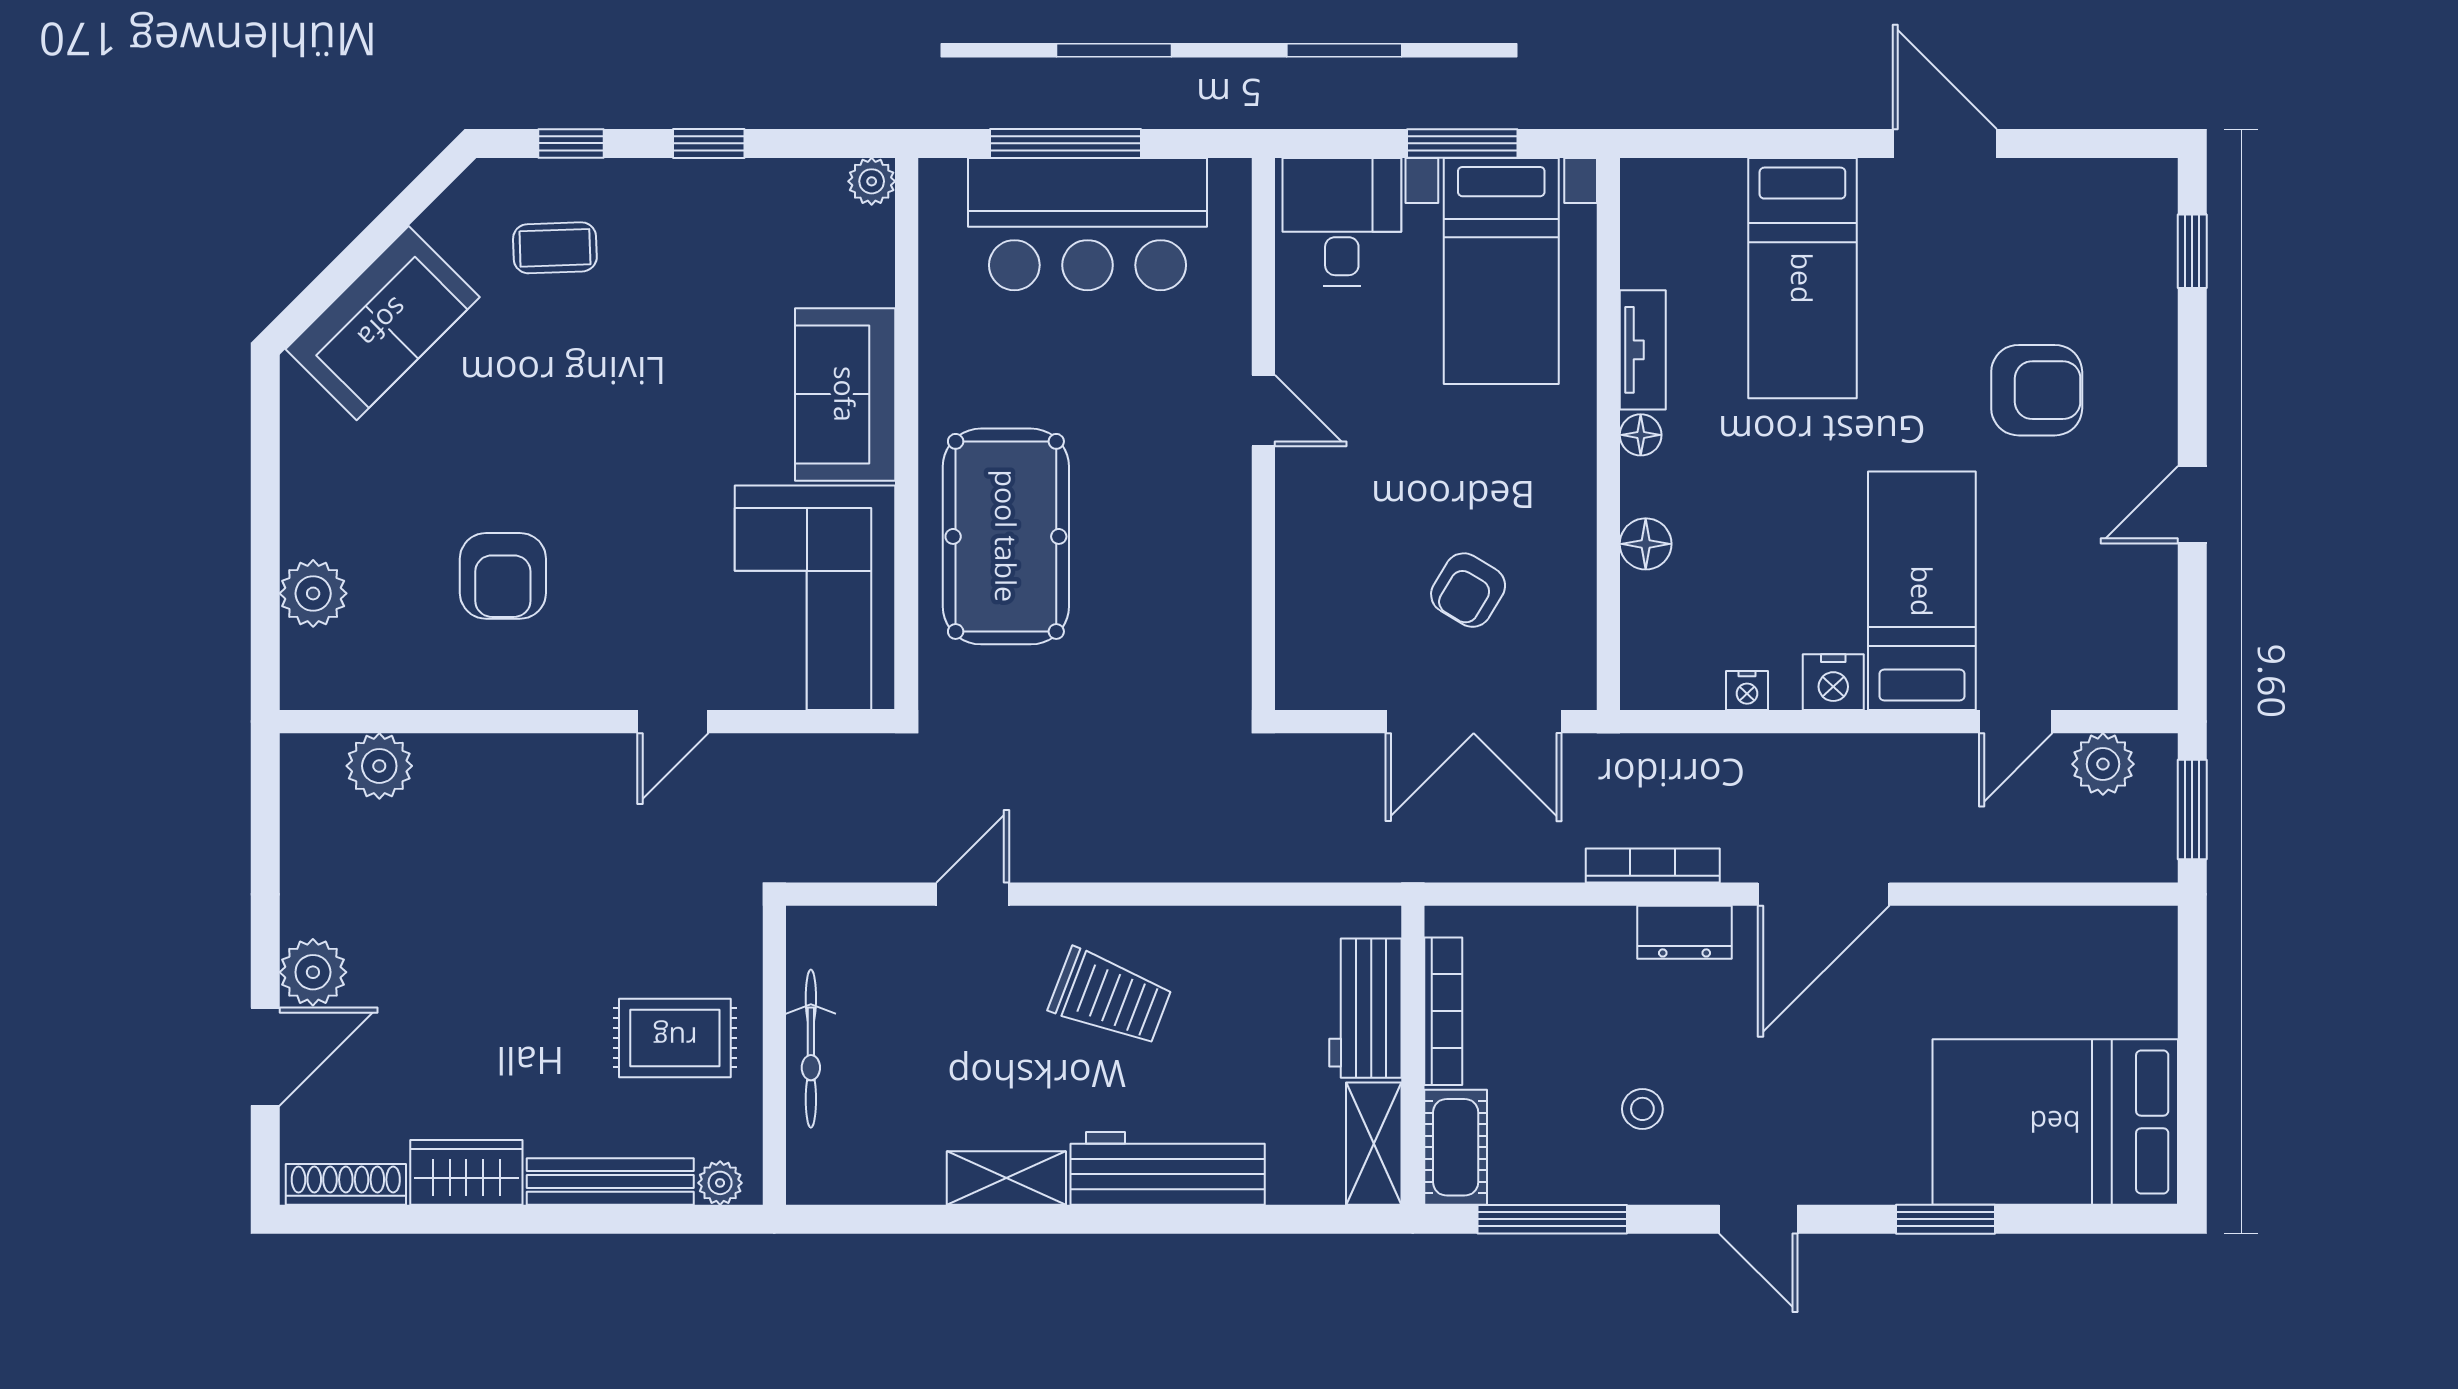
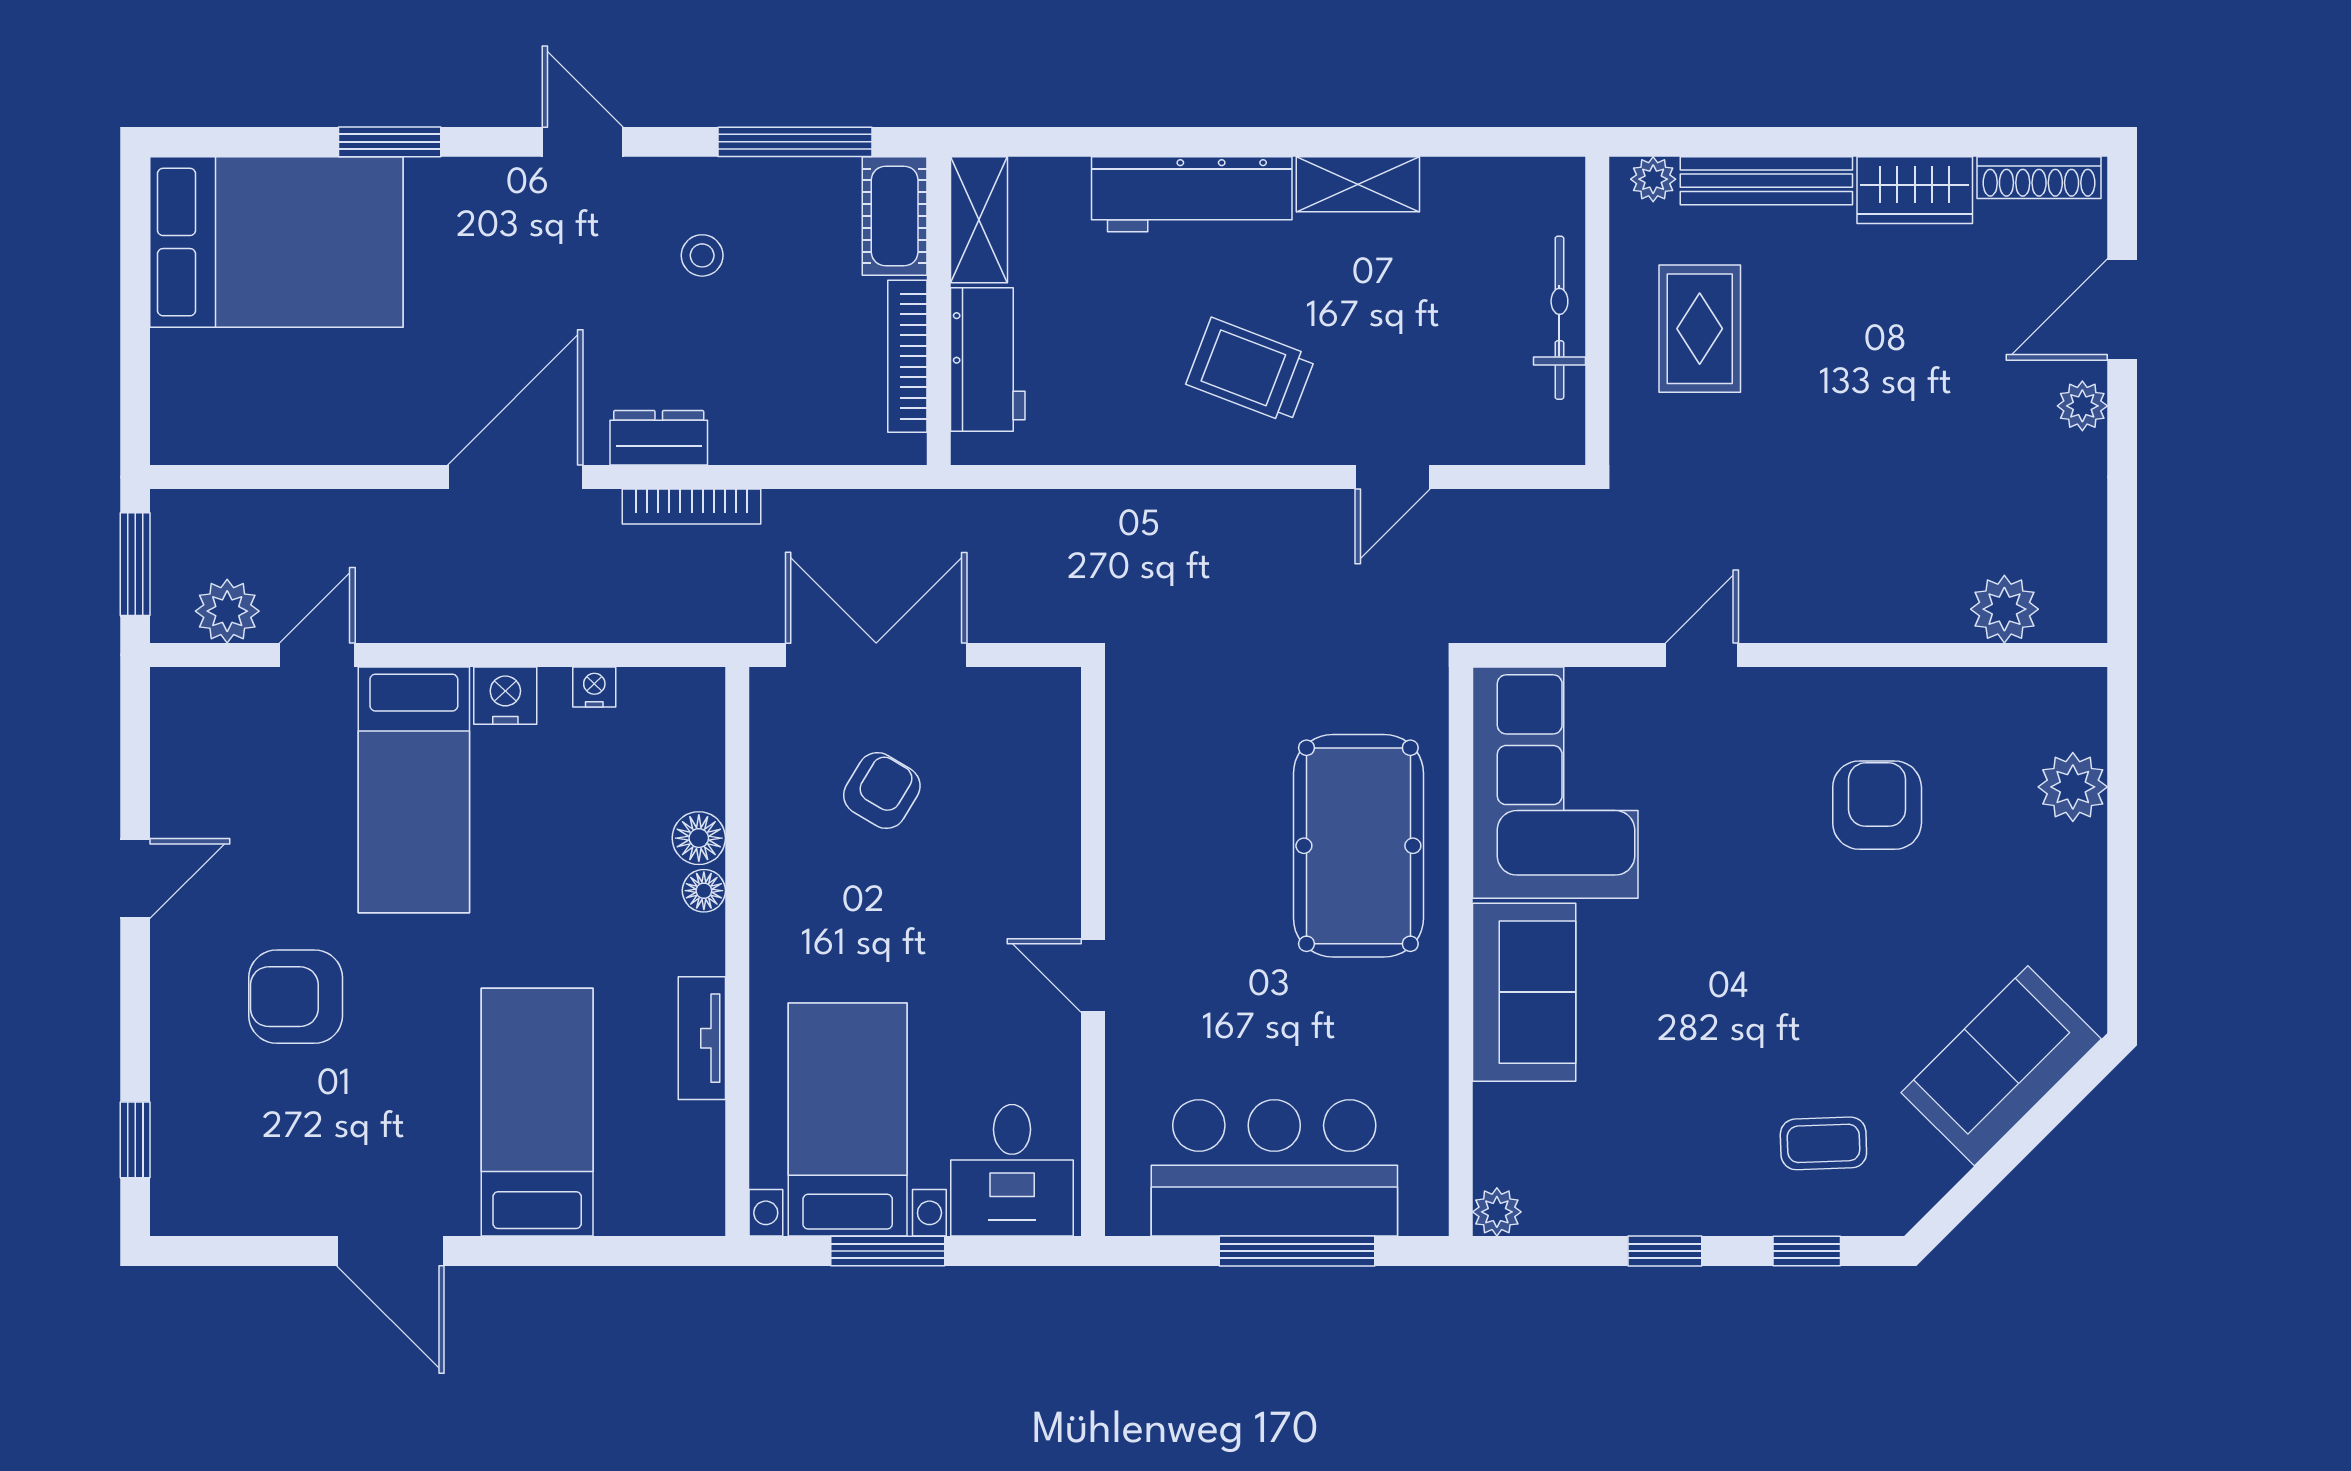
floor lamp: (1641, 435) -> (704, 891), moved
plant: (313, 972) -> (2082, 406), width x0.73, depth x0.73
rug: (675, 1038) -> (1700, 329), turned 90

